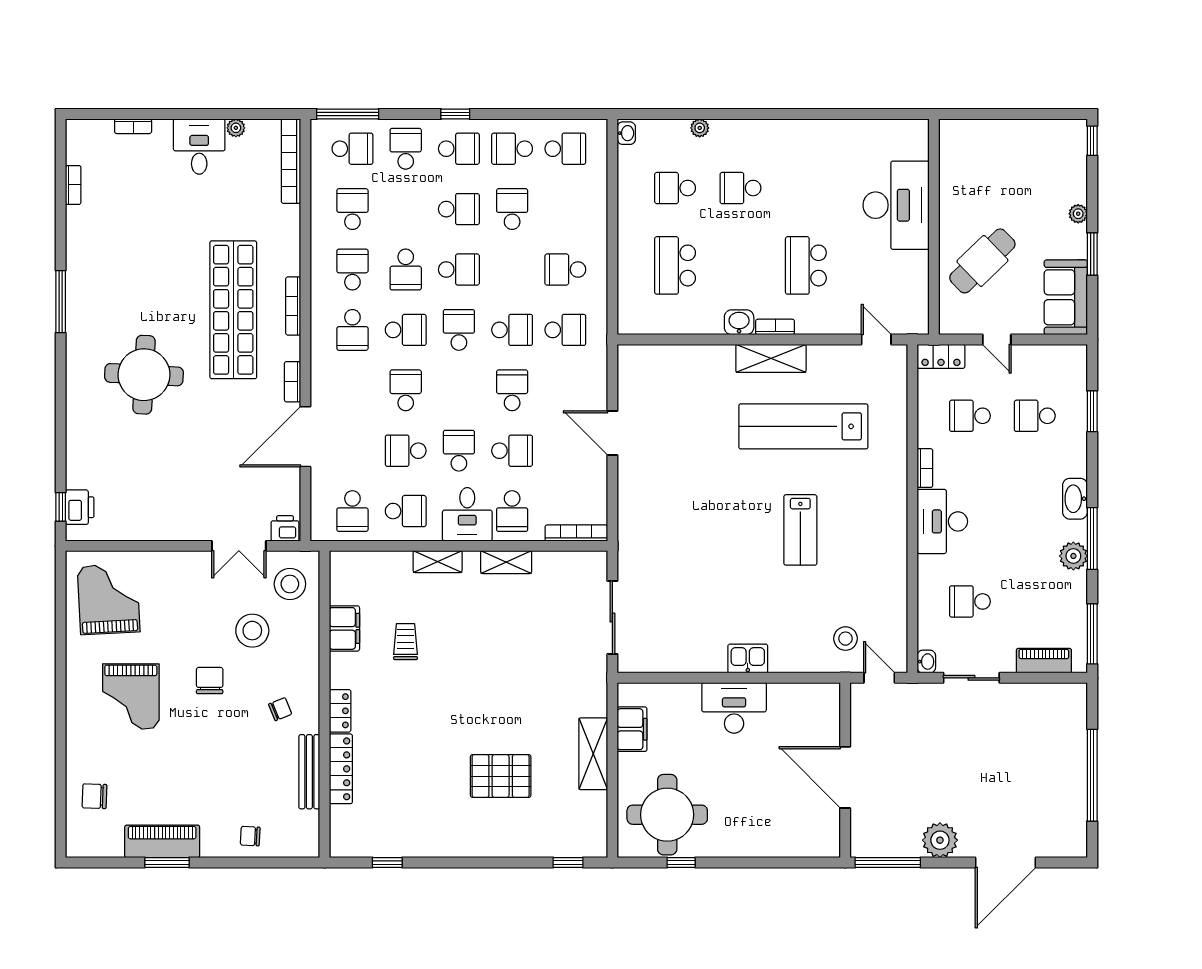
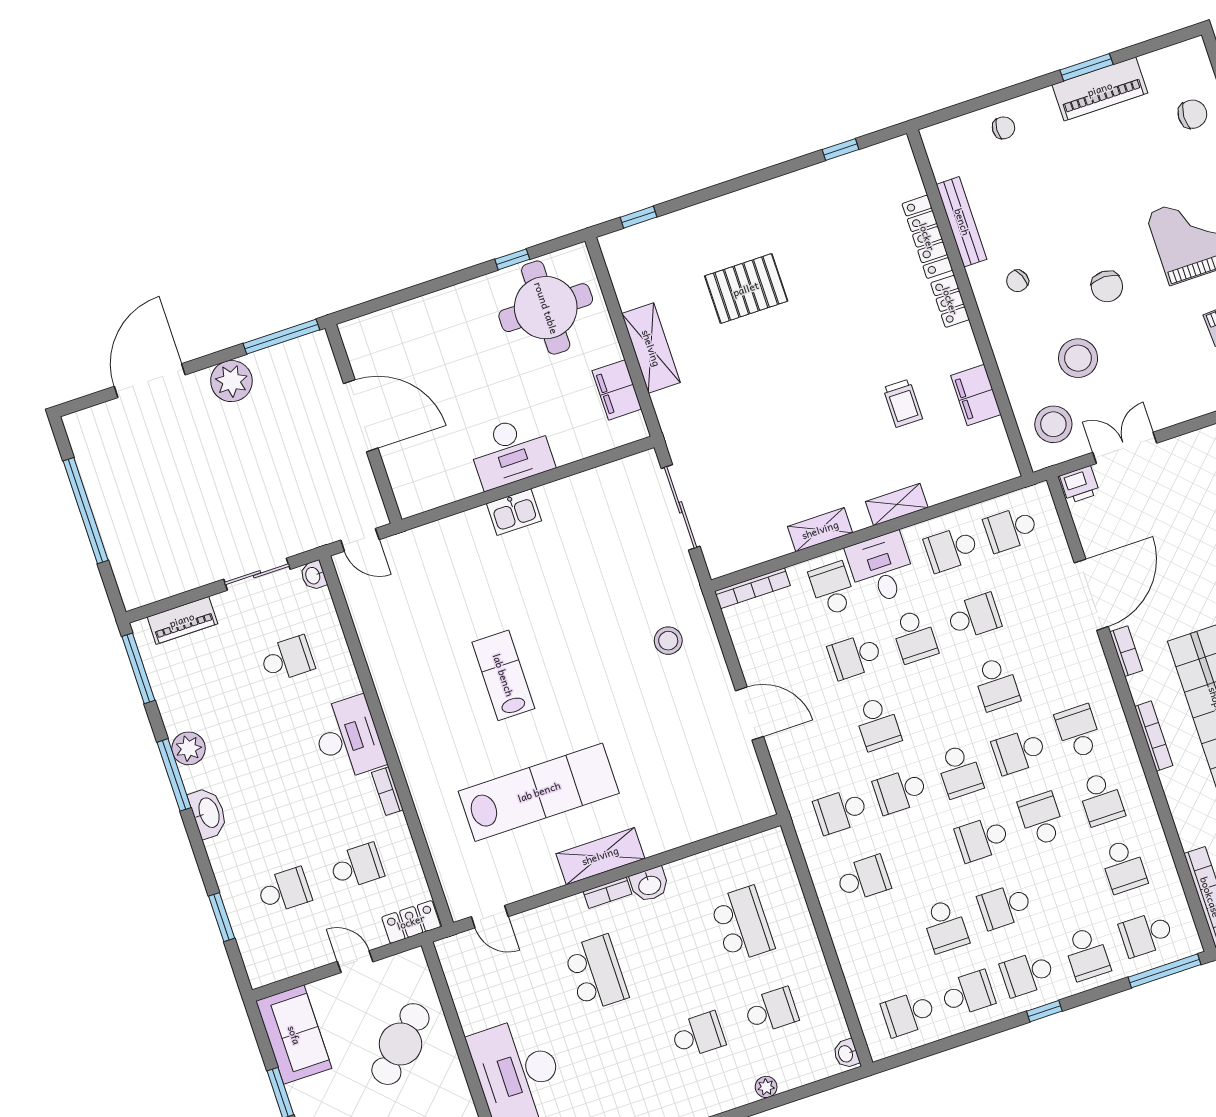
school desk: (352, 511) -> (1011, 529), turned -90
stool: (846, 639) -> (668, 641), moved

